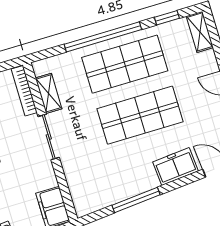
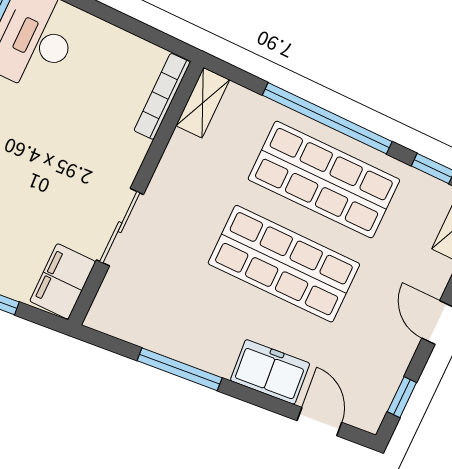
shelving: (49, 93) -> (203, 103), moved
sliding door: (49, 137) -> (120, 227), moved

